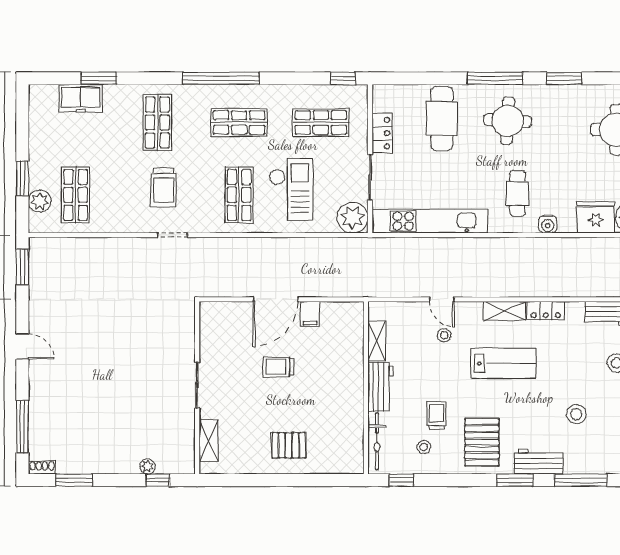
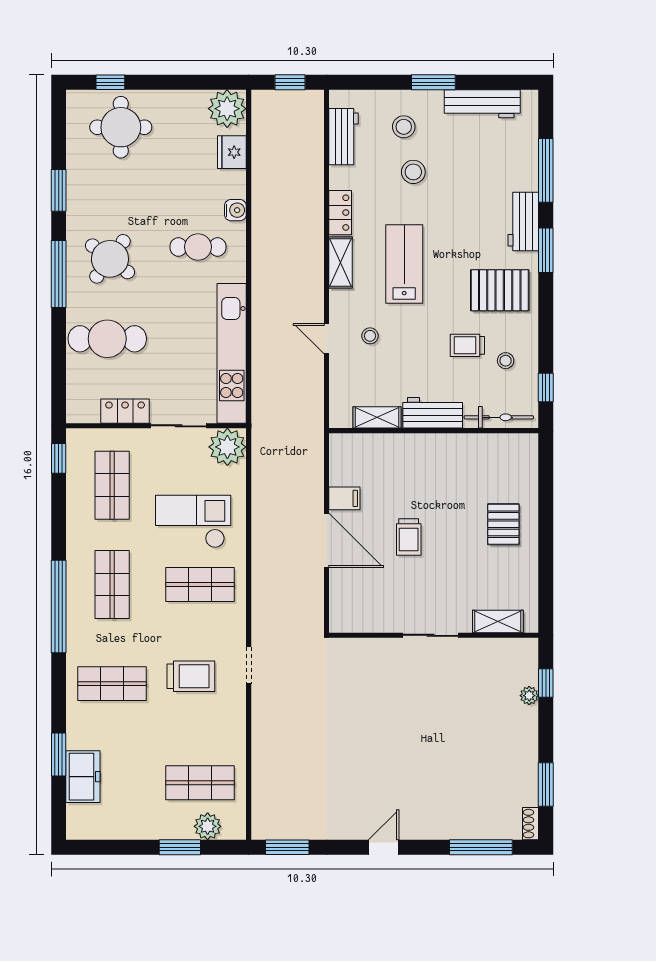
round table: (508, 121) -> (110, 259), turned 34
fridge: (596, 217) -> (232, 152), width x0.73, depth x0.75
door: (442, 299) -> (327, 339), swing flipped
stool: (576, 414) -> (413, 172), moved

